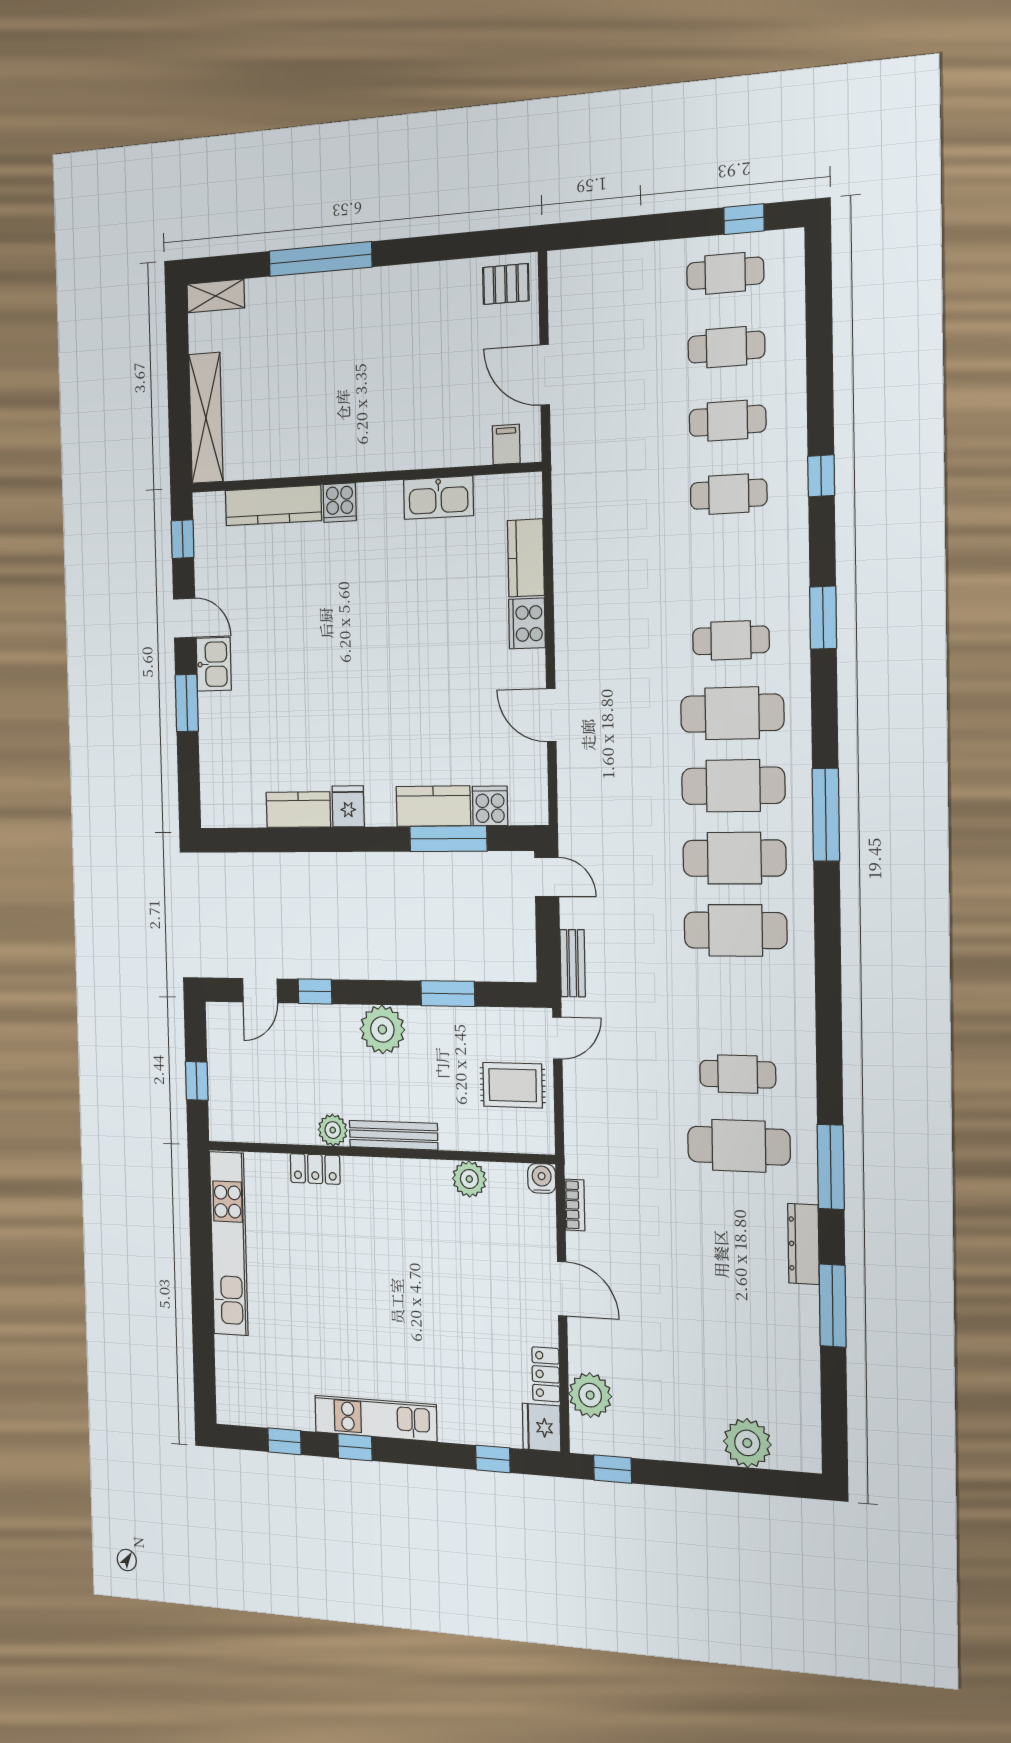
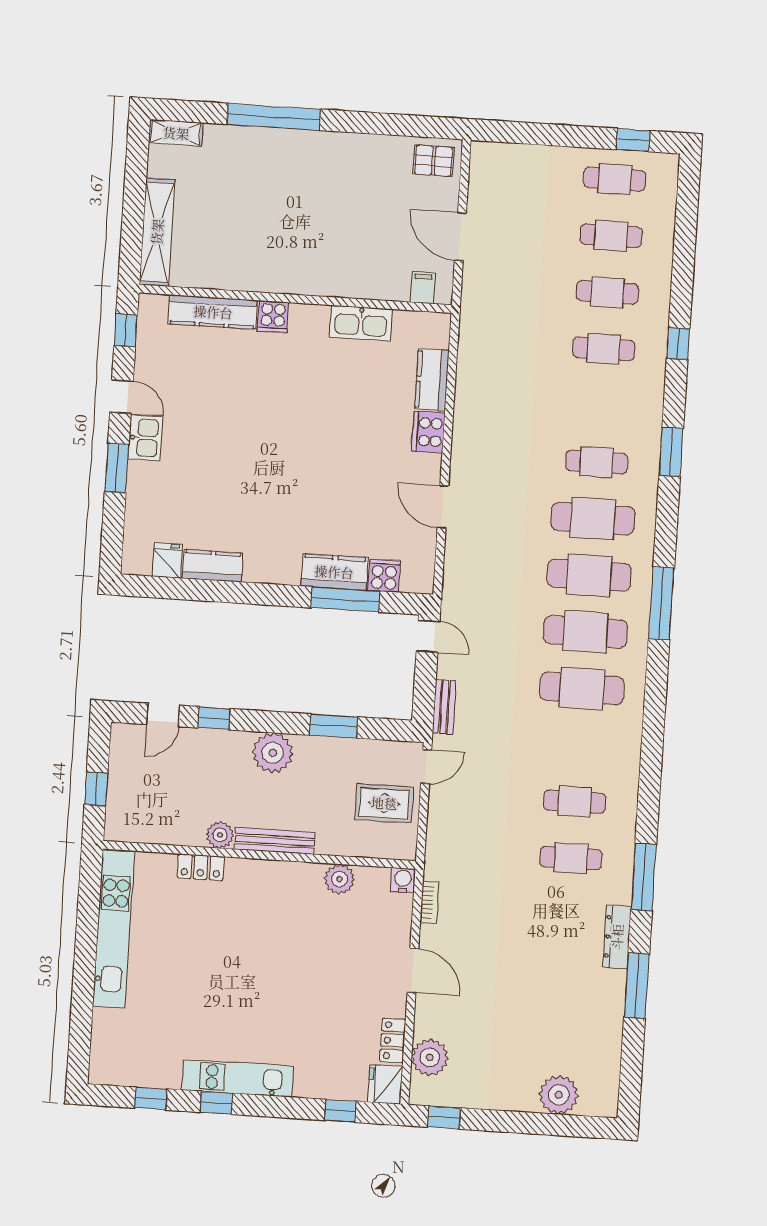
fridge: (348, 806) -> (167, 561), moved
cafe table: (739, 1146) -> (571, 858), width x0.73, depth x0.74

